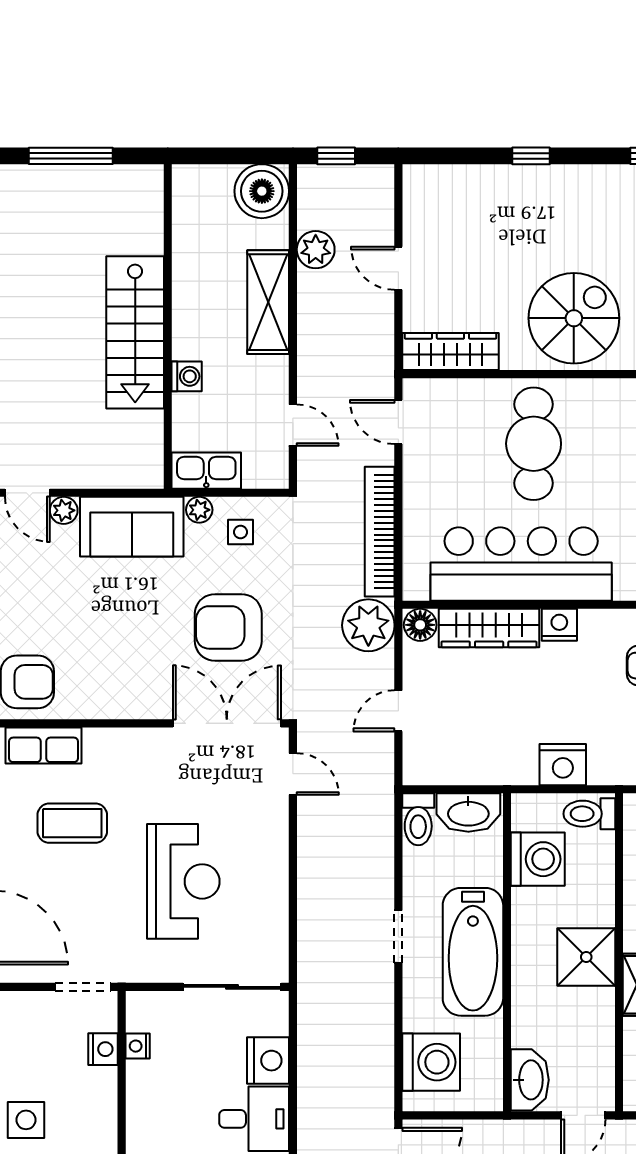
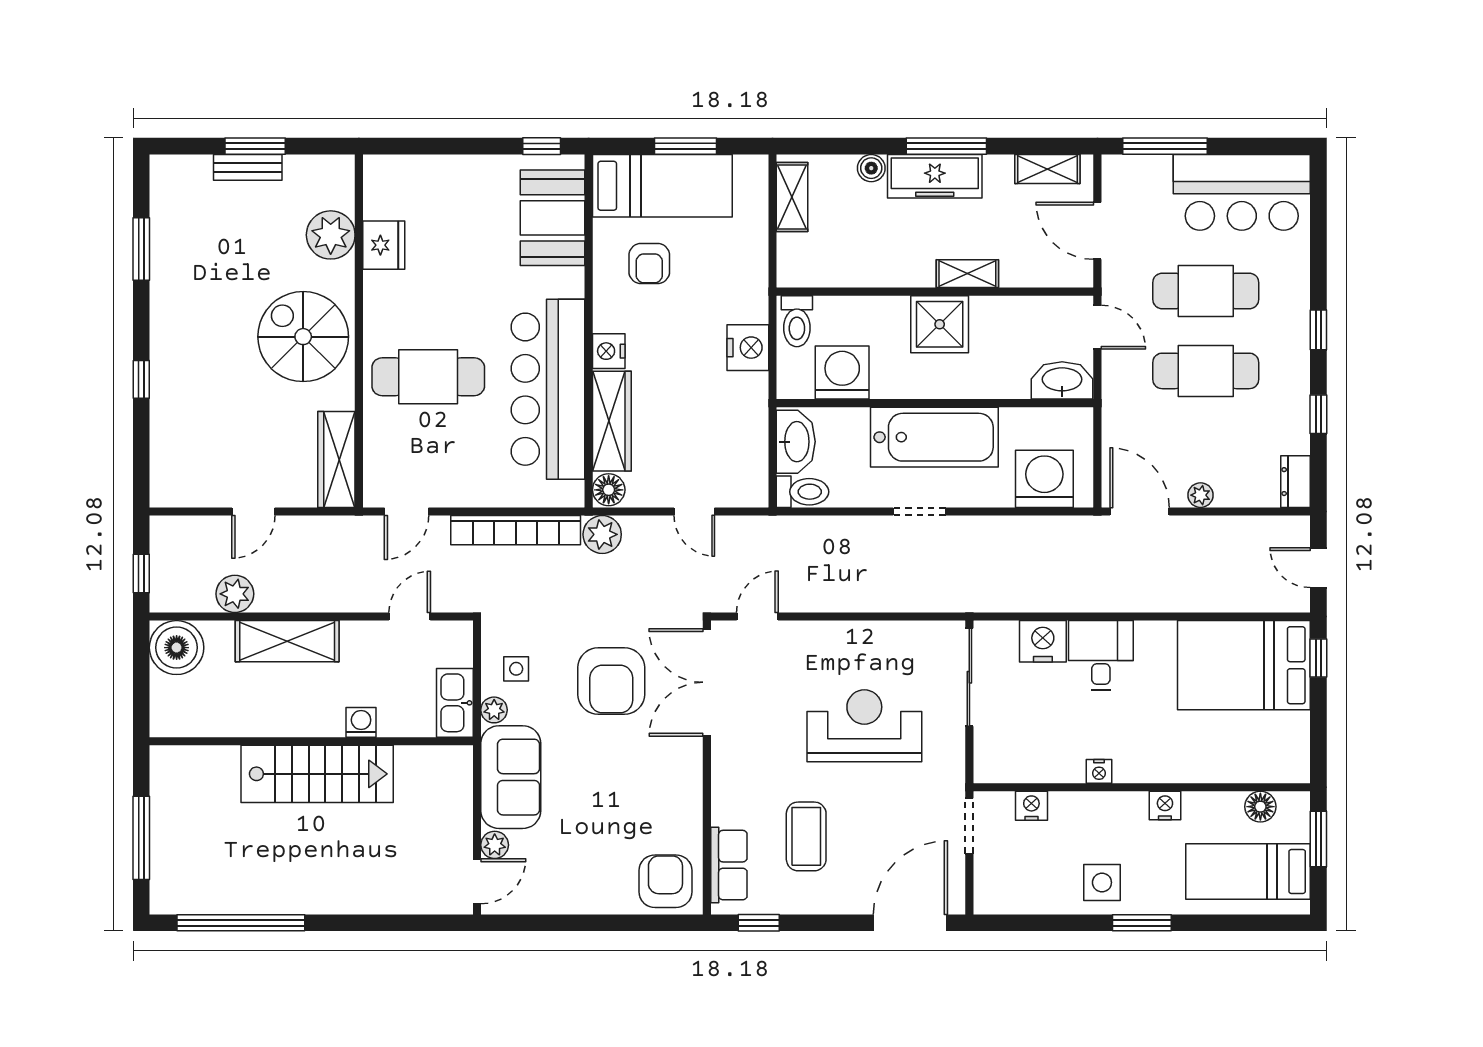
plant: (368, 625) -> (602, 534), width x0.73, depth x0.73
nightstand: (138, 1046) -> (1099, 771), moved

